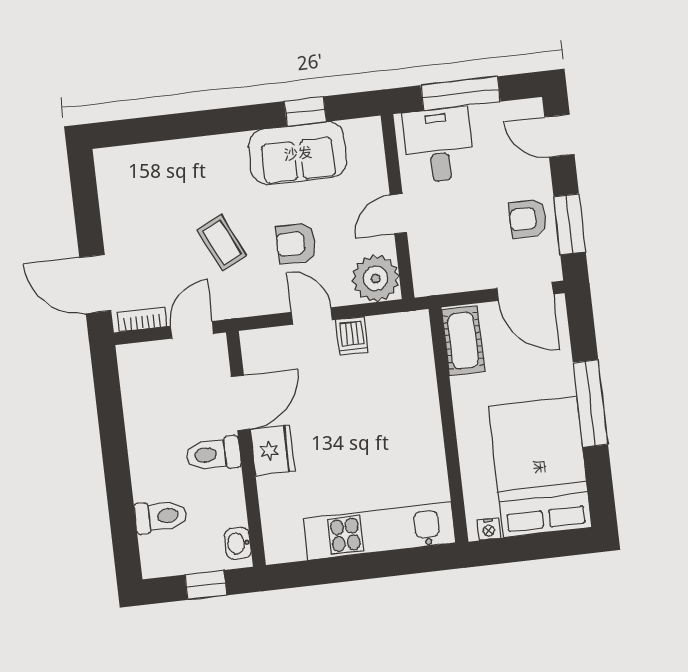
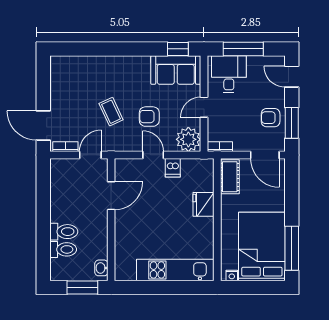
window: (305, 111) -> (178, 49), moved
sofa: (298, 153) -> (176, 70), moved
bookcase: (437, 285) -> (220, 147), added
window: (590, 404) -> (292, 248), moved
fridge: (273, 450) -> (204, 204), moved, turned 180
toilet: (213, 454) -> (64, 232), moved, turned 180
window: (206, 585) -> (82, 288), width x1.50

